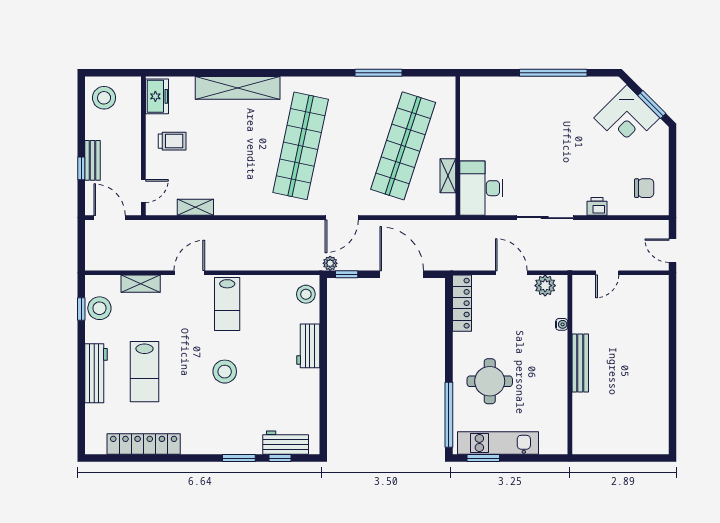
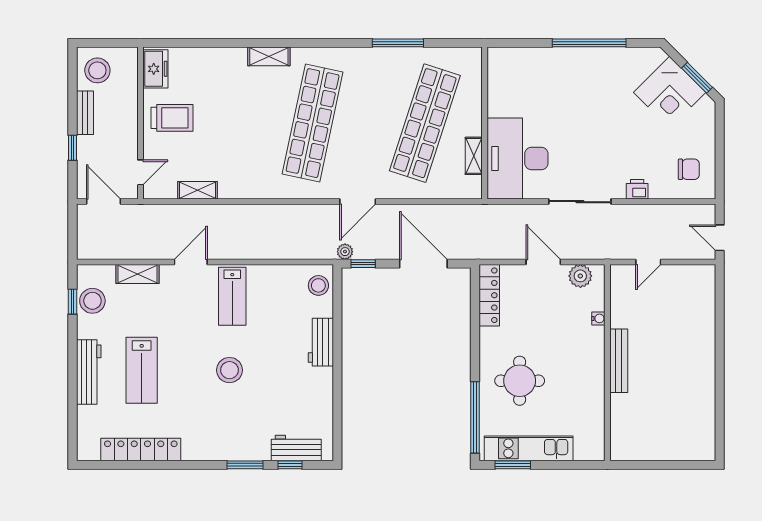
shelving: (238, 88) -> (269, 56), width x0.45, depth x0.75
trolley: (172, 141) -> (172, 118), width x1.36, depth x1.39
bench: (93, 160) -> (85, 113), moved
desk: (481, 188) -> (517, 158), width x1.36, depth x1.30

